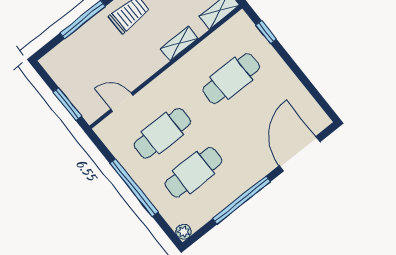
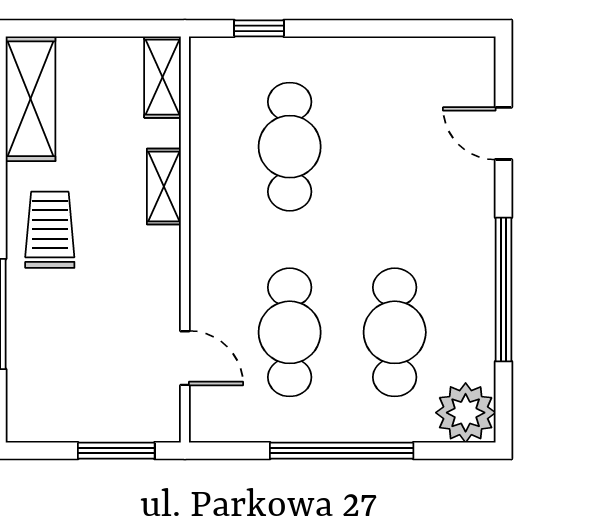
door: (122, 102) -> (185, 358), swing flipped
door: (299, 154) -> (504, 133), width x0.53
plant: (184, 232) -> (466, 413), width x1.88, depth x1.88

